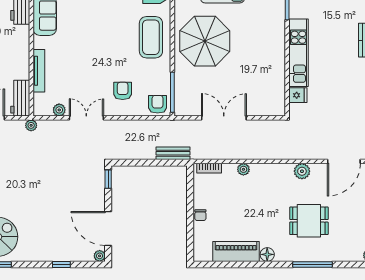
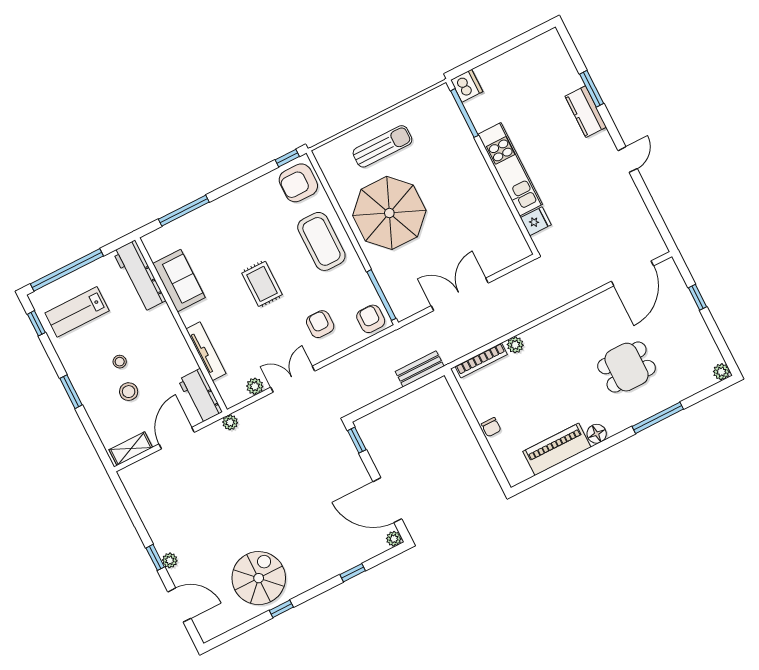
rug: (98, 45) -> (262, 284), added
bookcase: (209, 168) -> (481, 360), width x1.56
plant: (302, 171) -> (588, 311), removed

